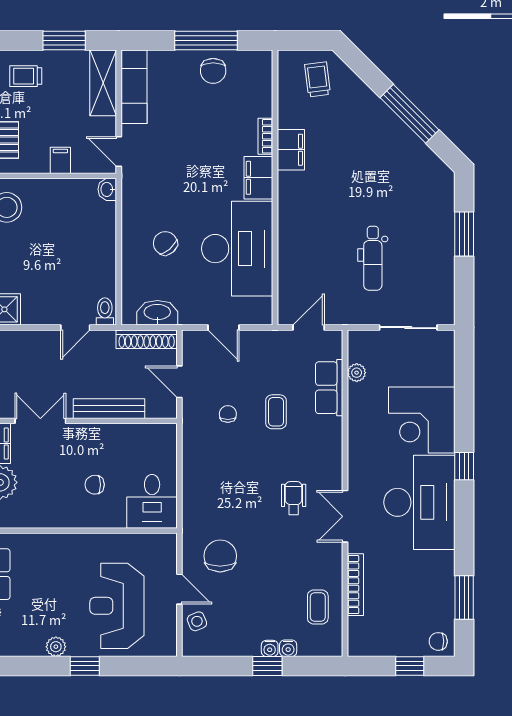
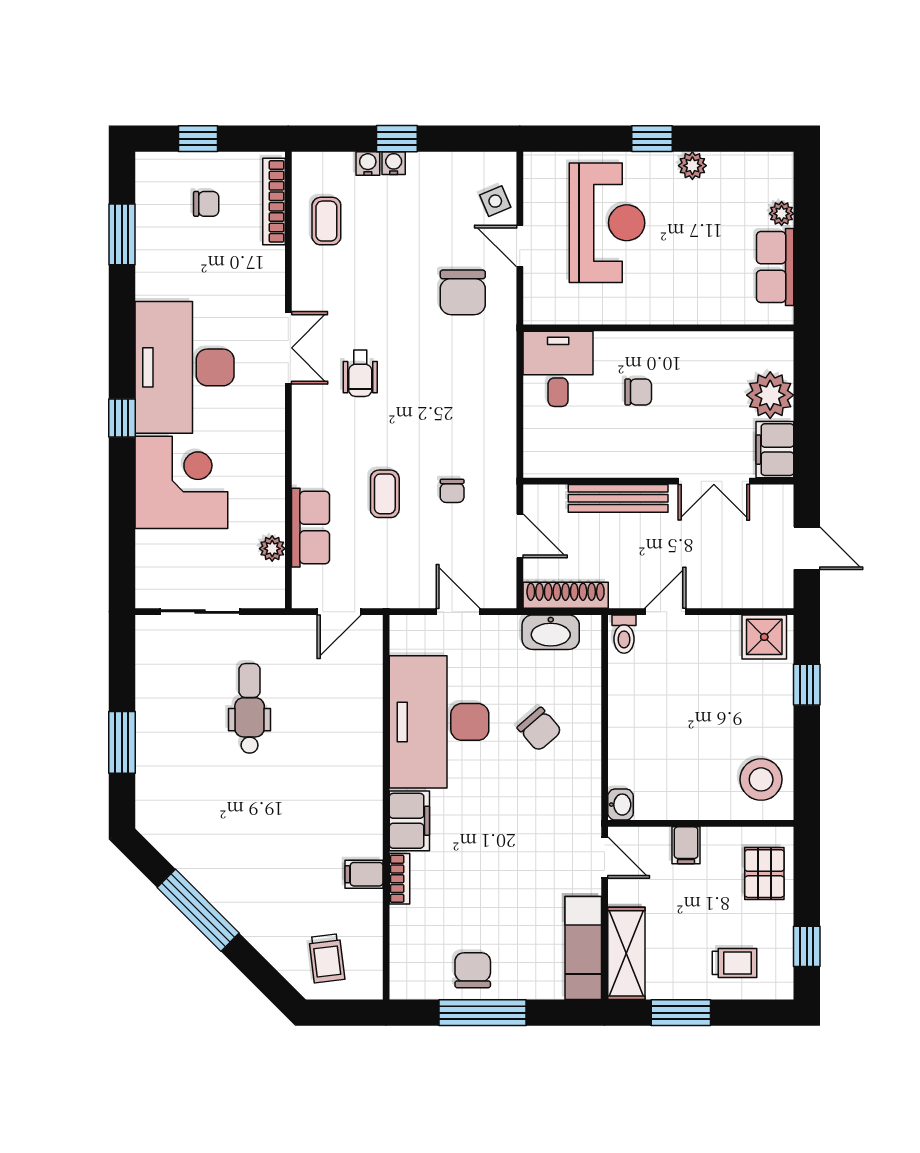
filing cabinet: (291, 150) -> (364, 874), width x0.50
bookcase: (355, 585) -> (274, 201), moved
chair: (438, 641) -> (206, 204), moved

